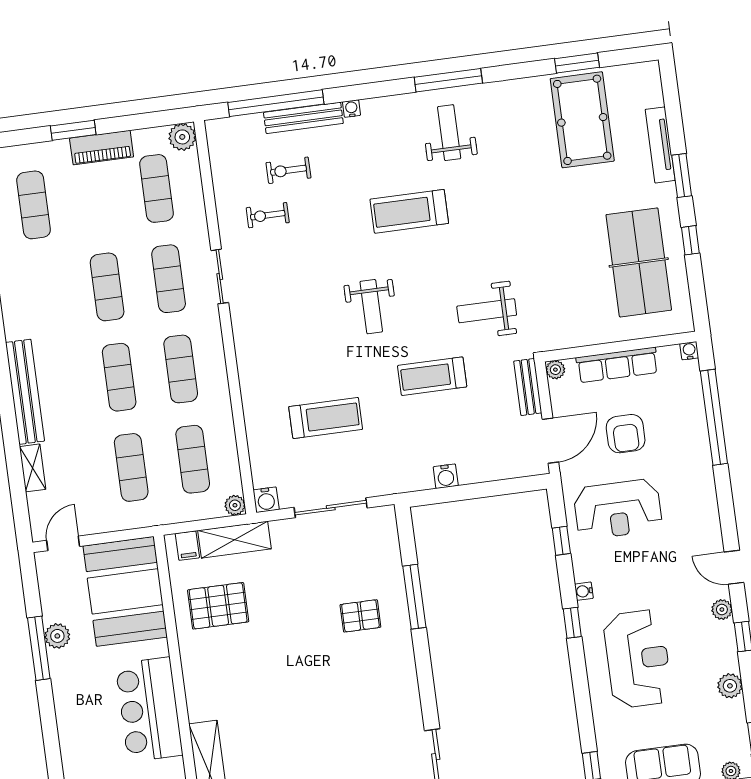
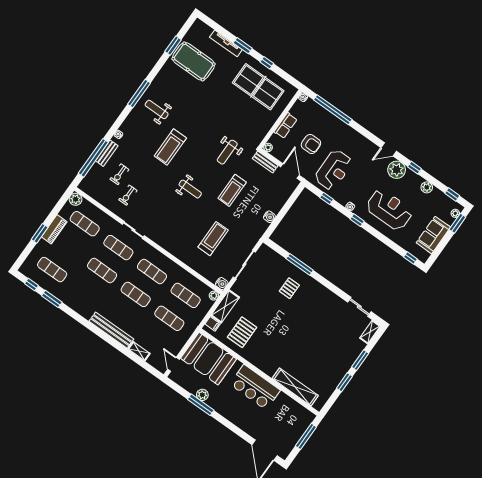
bench: (303, 118) -> (107, 153), width x0.73
row of seats: (617, 365) -> (286, 126), width x0.68
plant: (722, 610) -> (397, 170), width x1.87, depth x1.87

